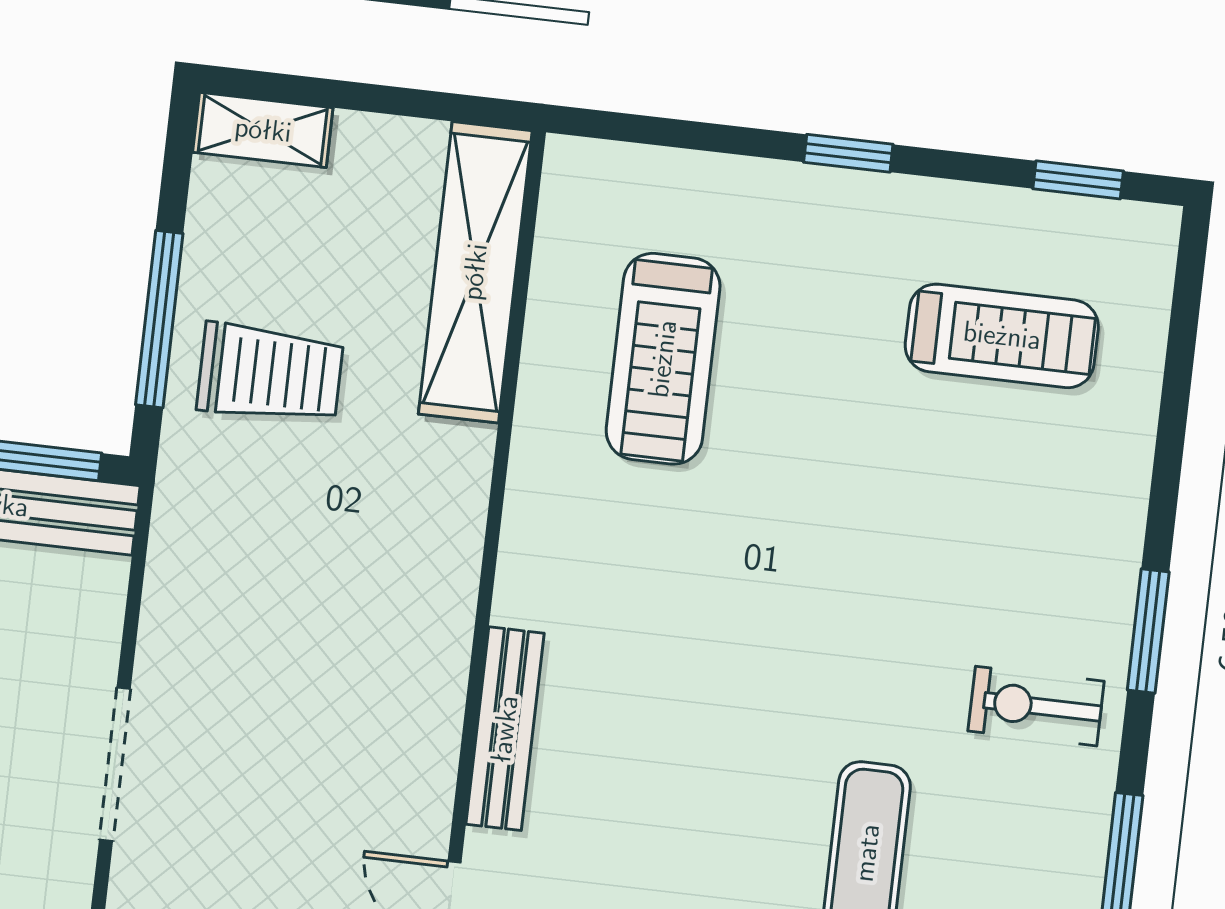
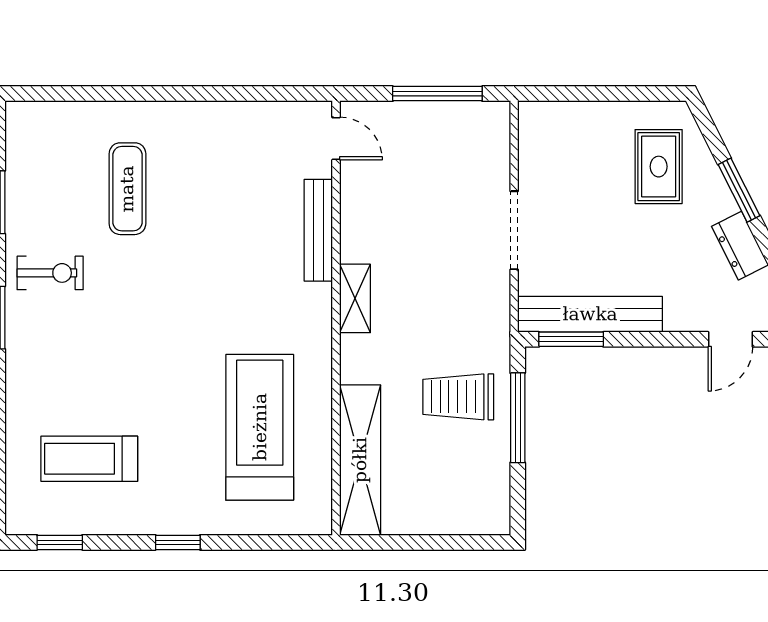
shelving: (263, 130) -> (355, 298), moved, turned 90
treadmill: (663, 359) -> (260, 427), width x1.37, depth x1.37
doorway: (115, 764) -> (514, 230), moved

